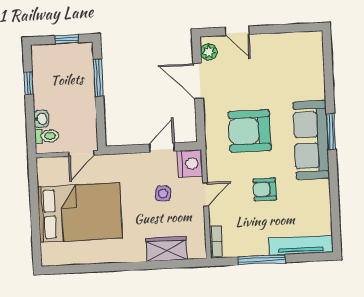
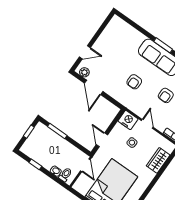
door: (198, 81) -> (94, 87), hinge flipped
armchair: (250, 131) -> (134, 82), width x0.53, depth x0.53
door: (162, 148) -> (102, 140), moved

